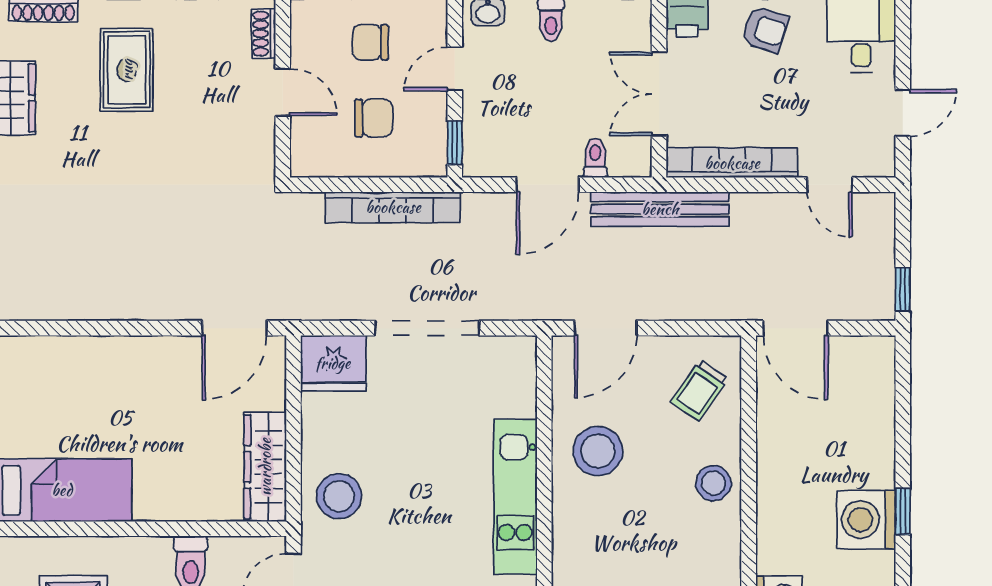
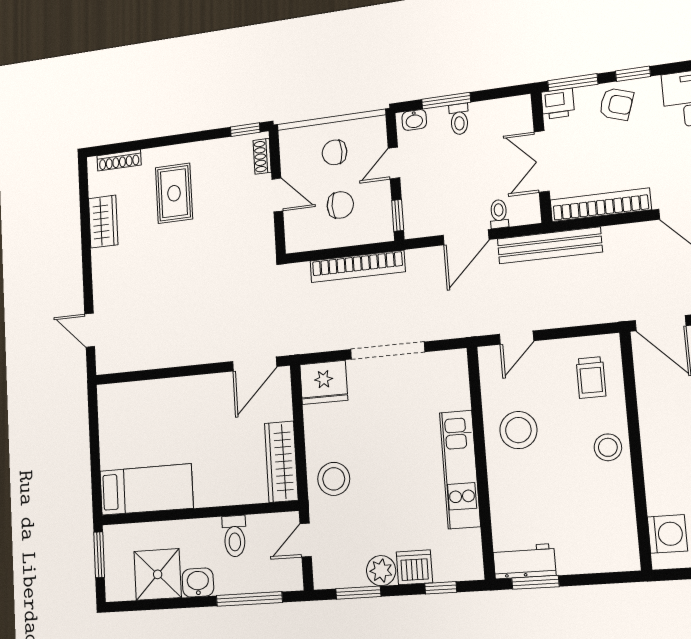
door: (606, 328) -> (517, 338), width x0.73
trolley: (699, 390) -> (591, 377), turned -35

